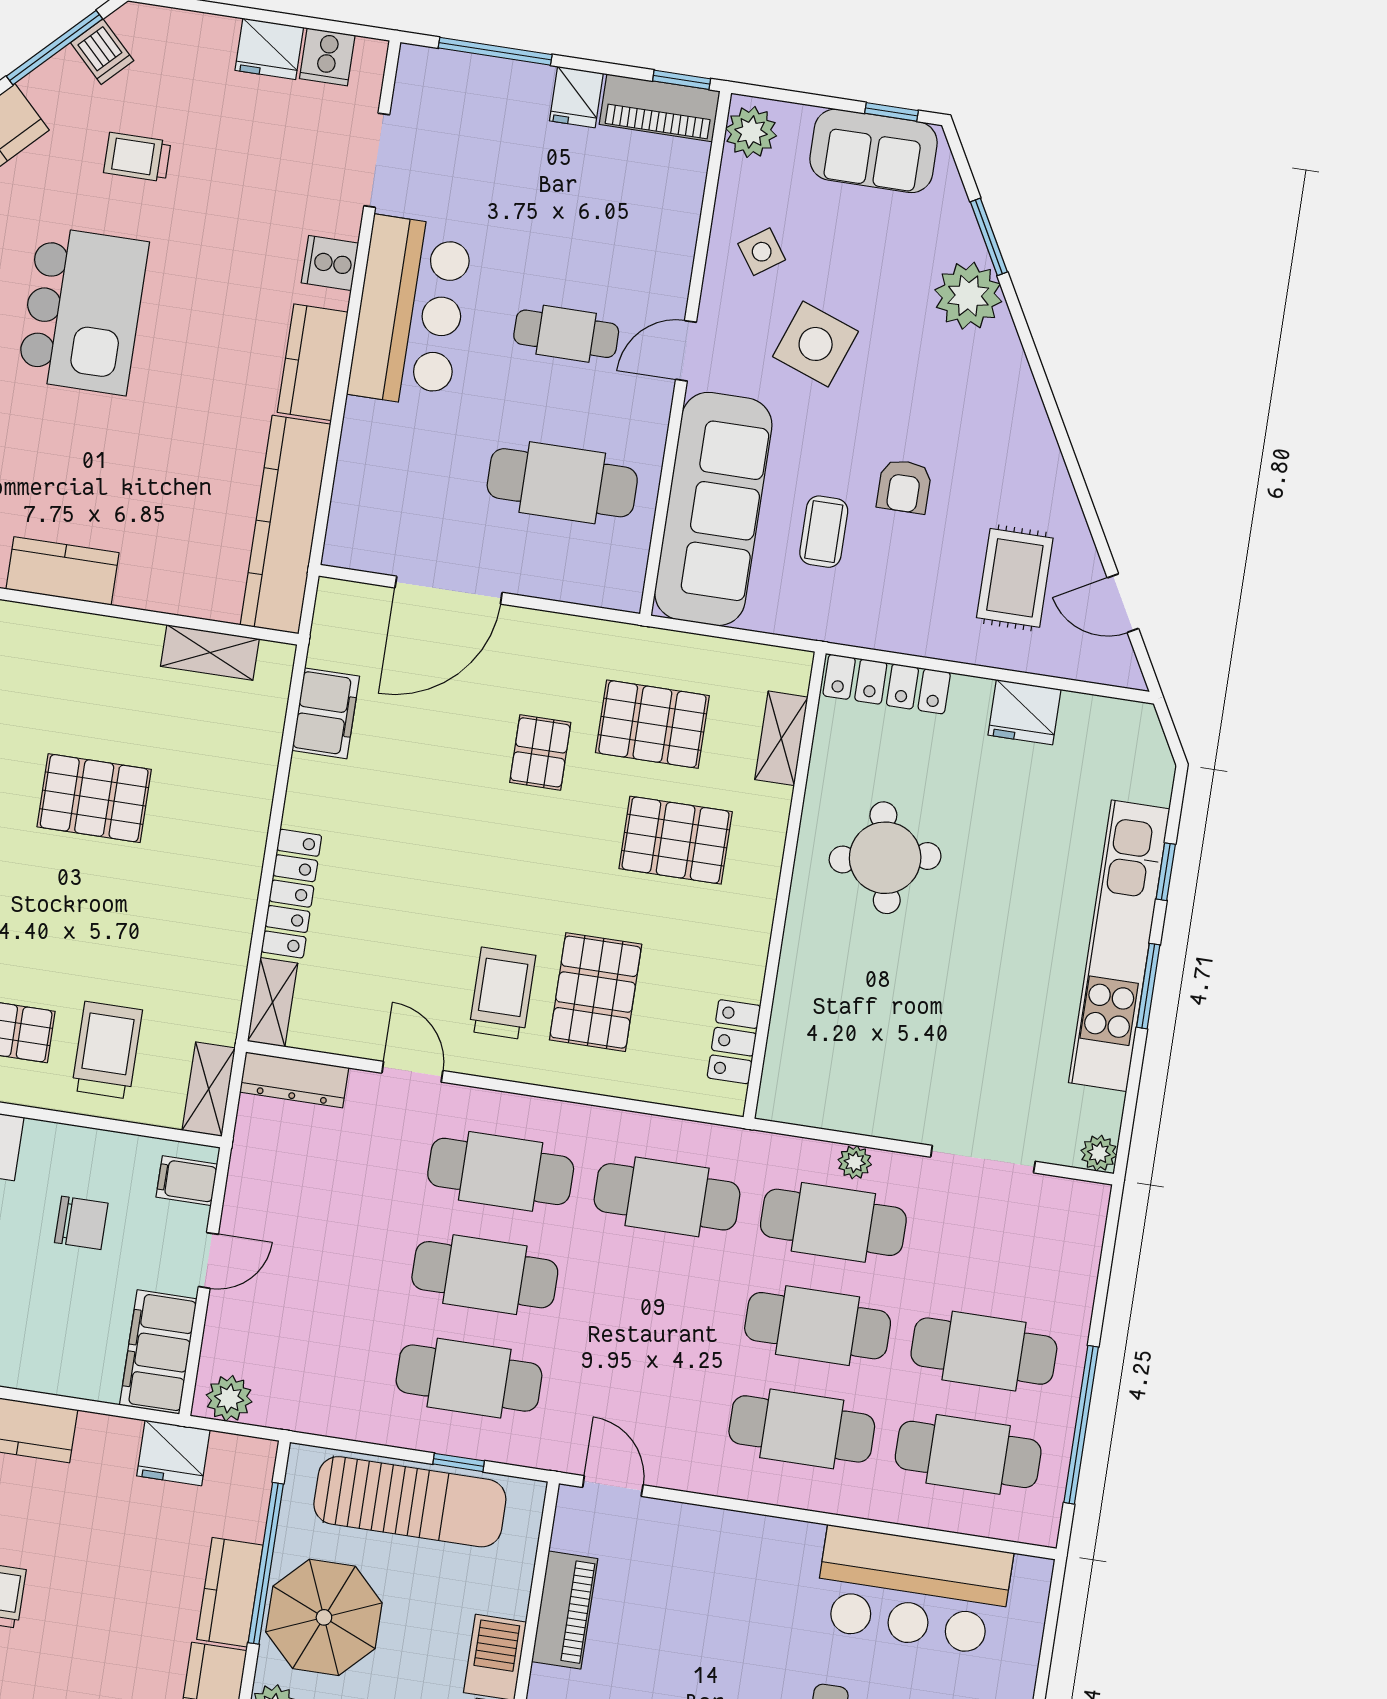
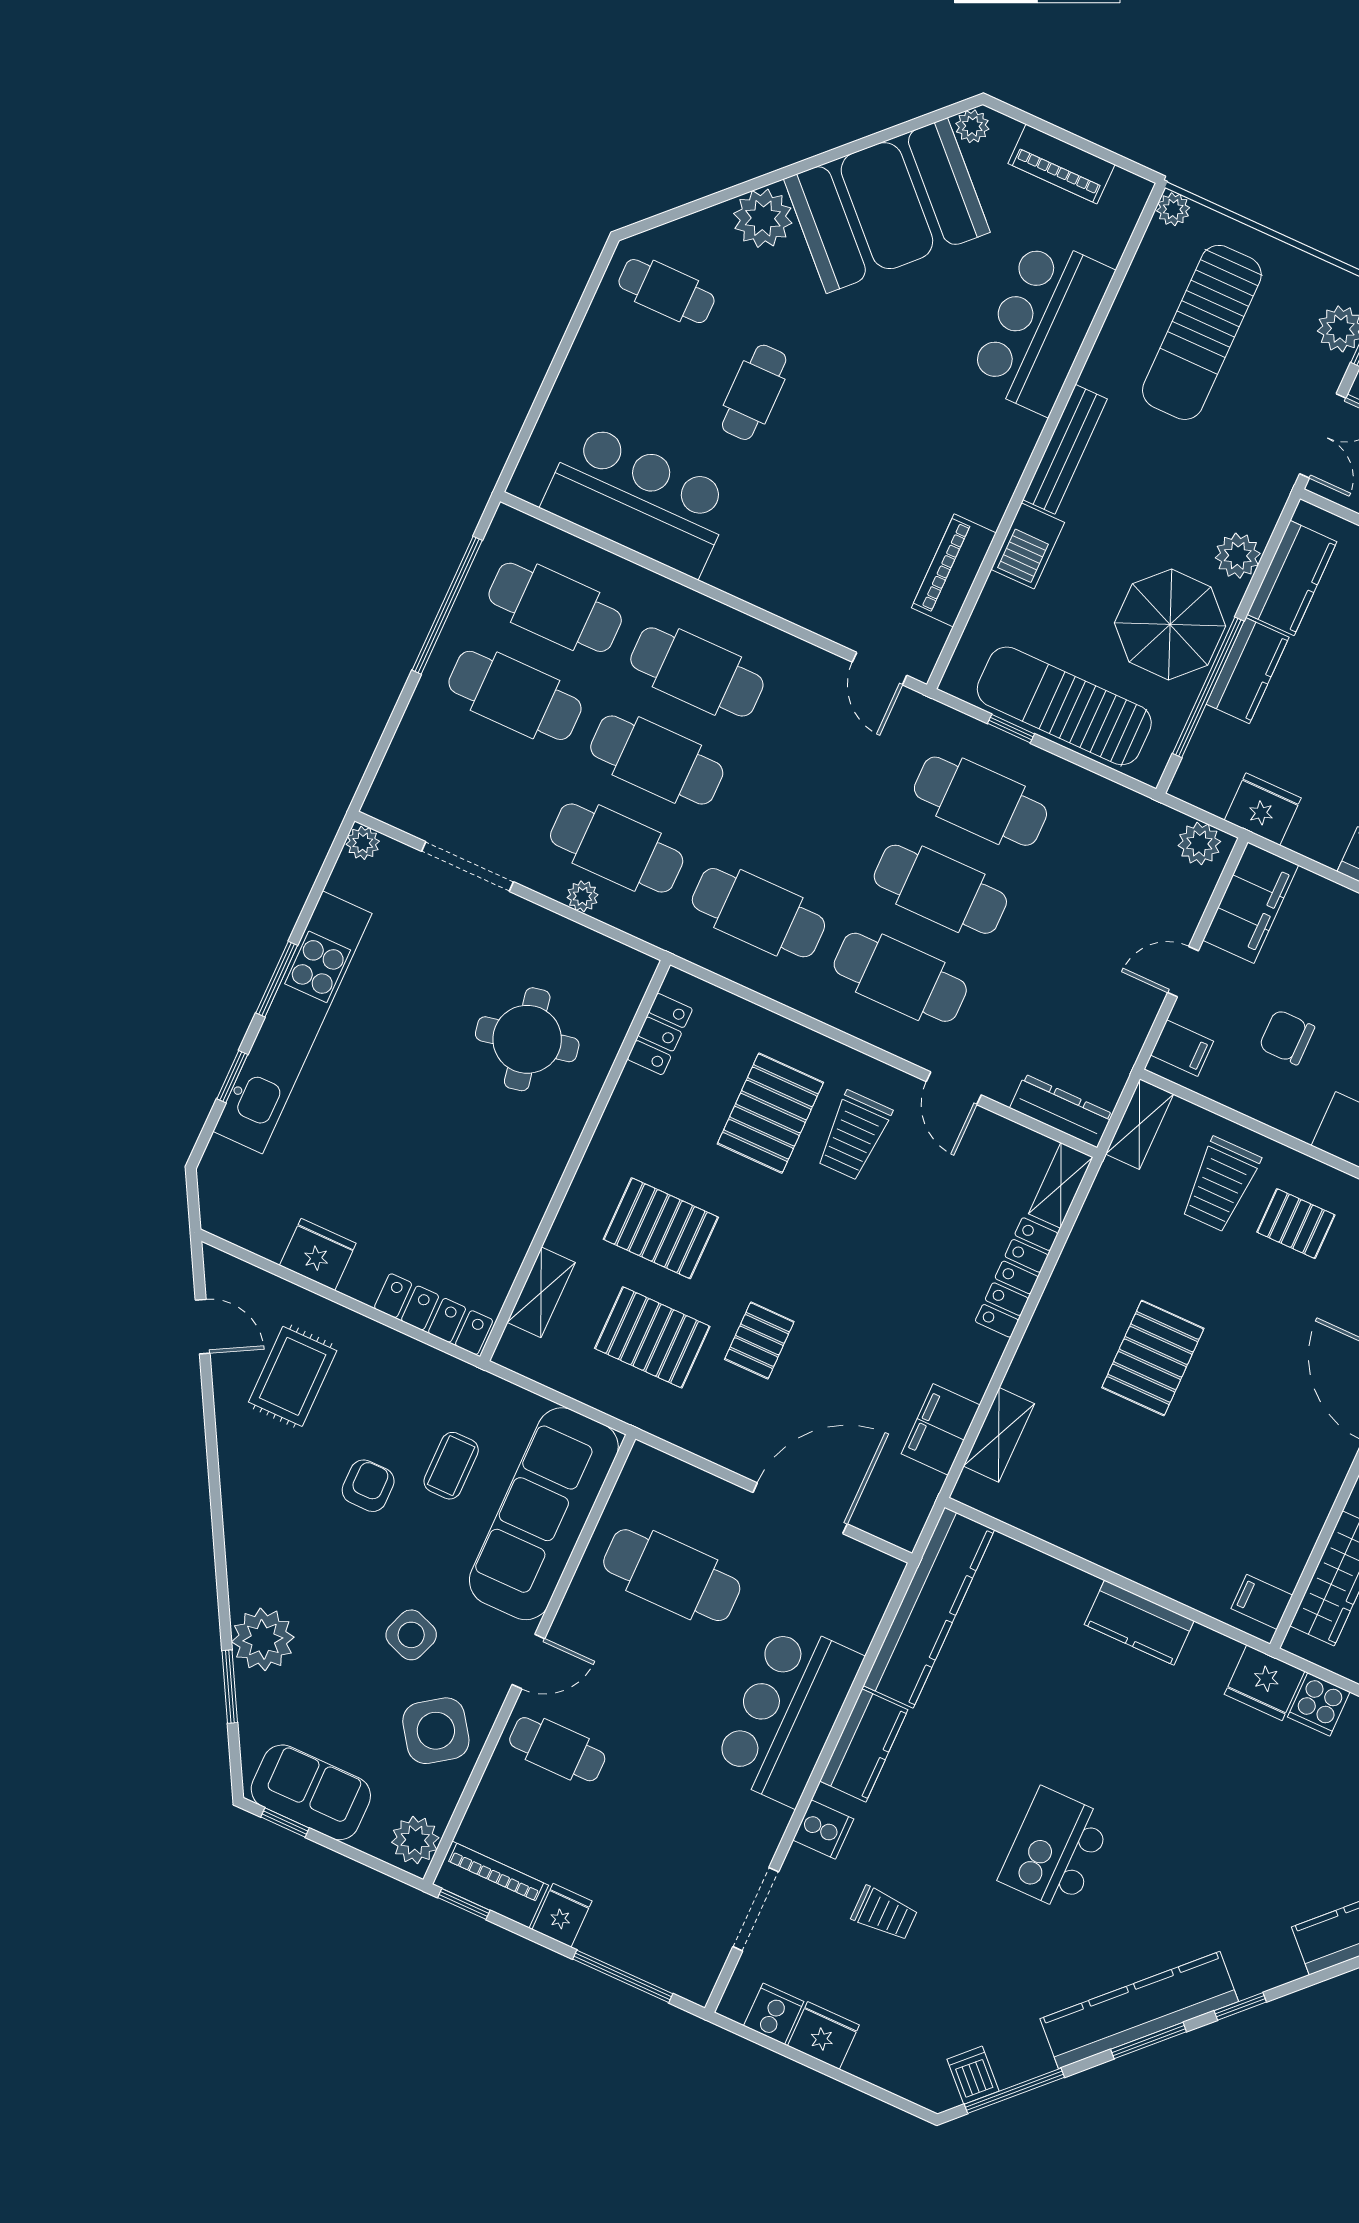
trolley: (137, 157) -> (884, 1914), moved
side table: (762, 252) -> (436, 1731), width x1.87, depth x1.87
kitchen island: (83, 311) -> (1055, 1849), width x0.73, depth x0.78
bar counter: (410, 312) -> (788, 1713), moved
cafe table: (566, 334) -> (557, 1749), moved
side table: (816, 344) -> (411, 1635), width x0.73, depth x0.73
shelving: (210, 653) -> (999, 1435), moved, turned 90
pallet: (94, 798) -> (1153, 1358), moved, turned 90
round table: (885, 858) -> (527, 1039), moved

